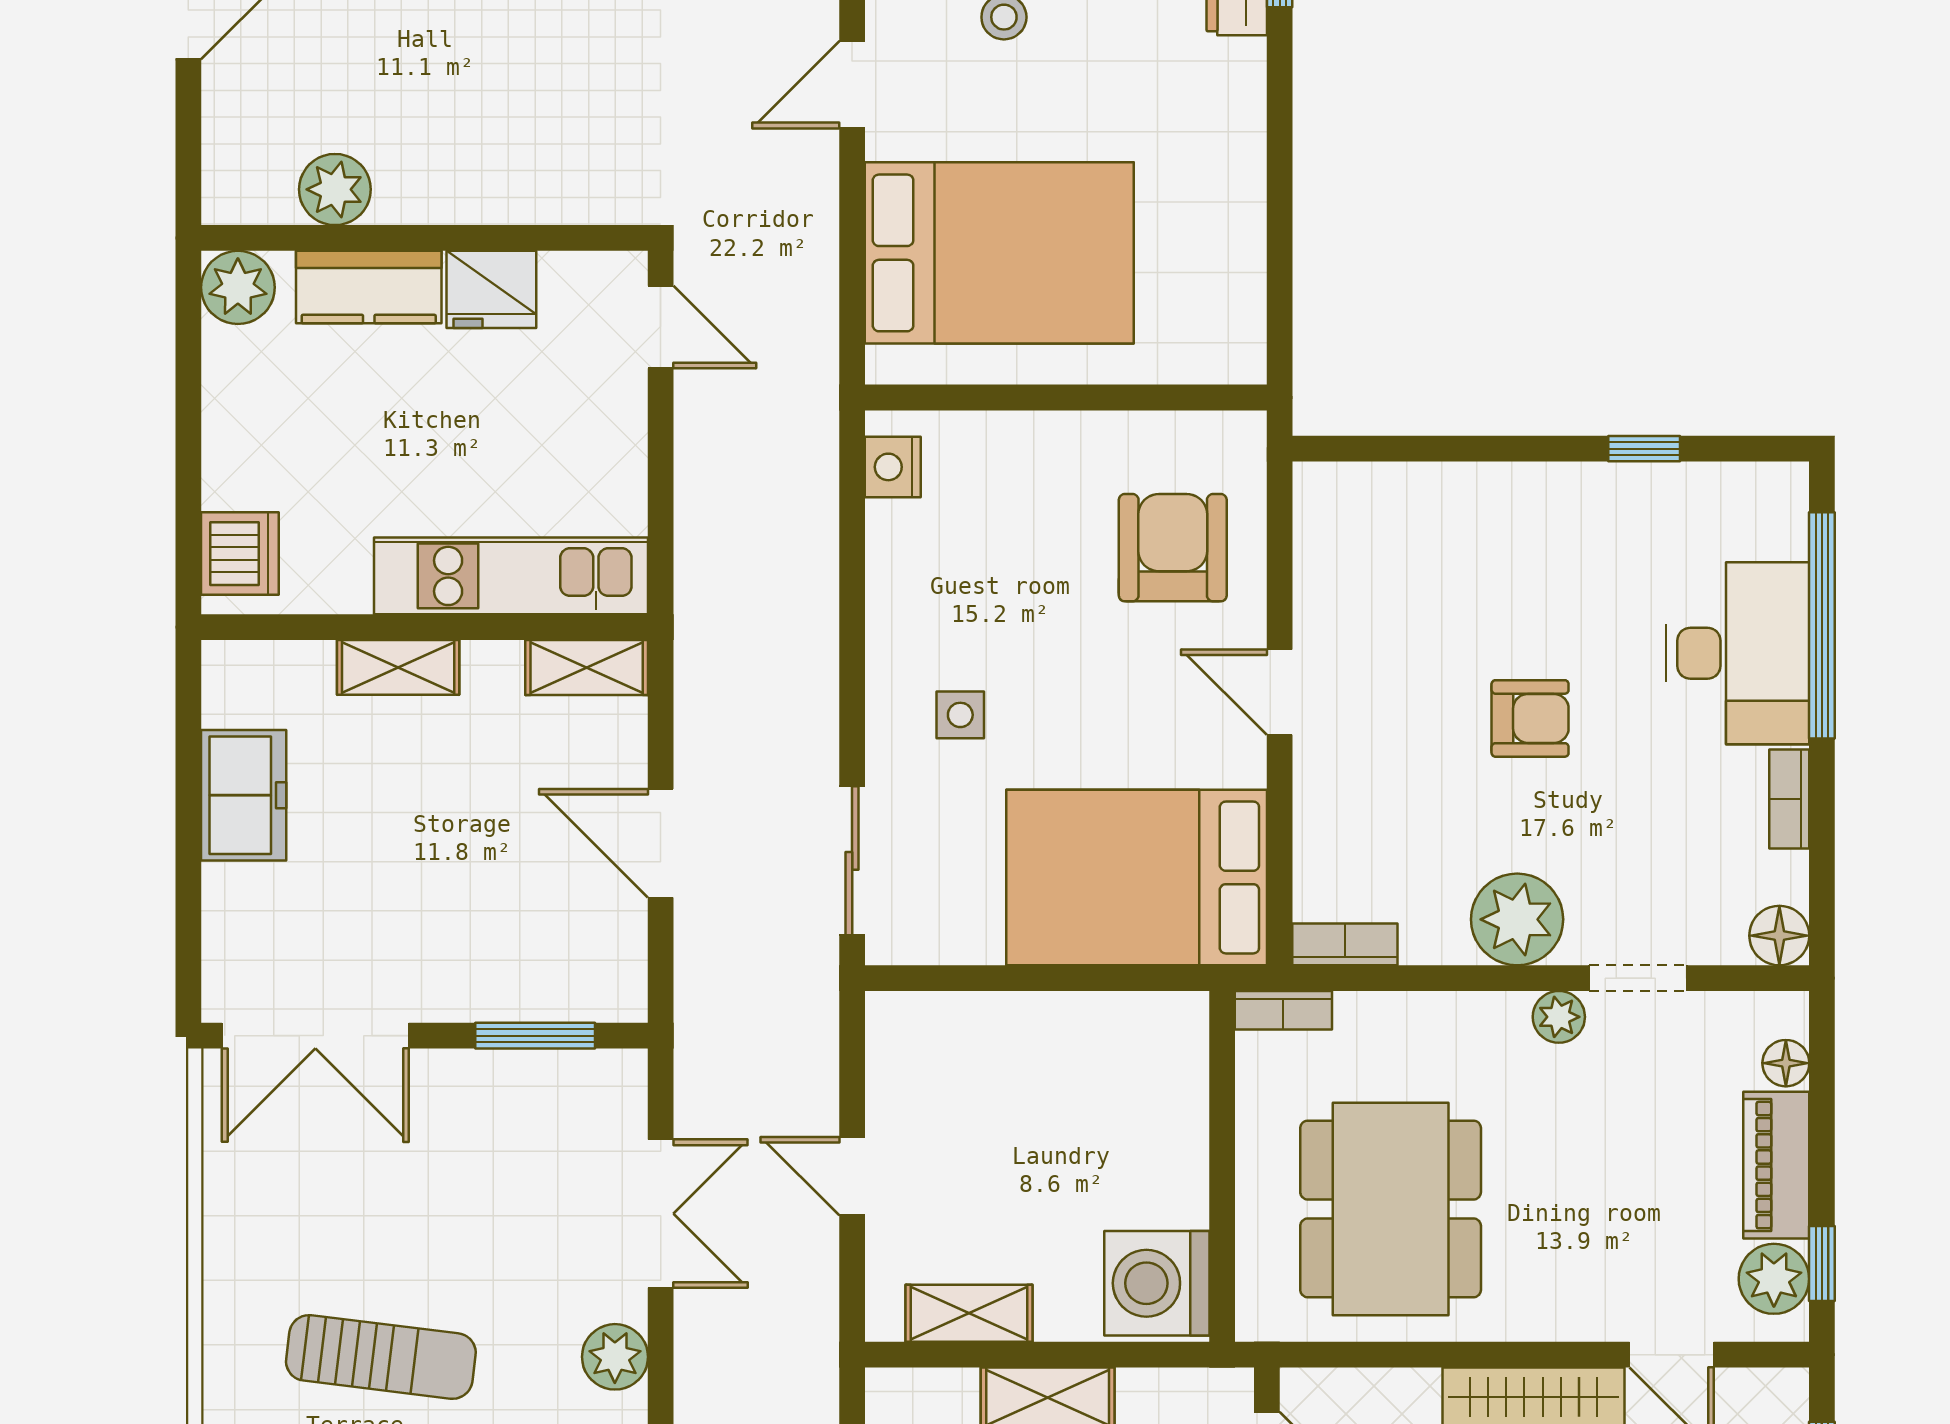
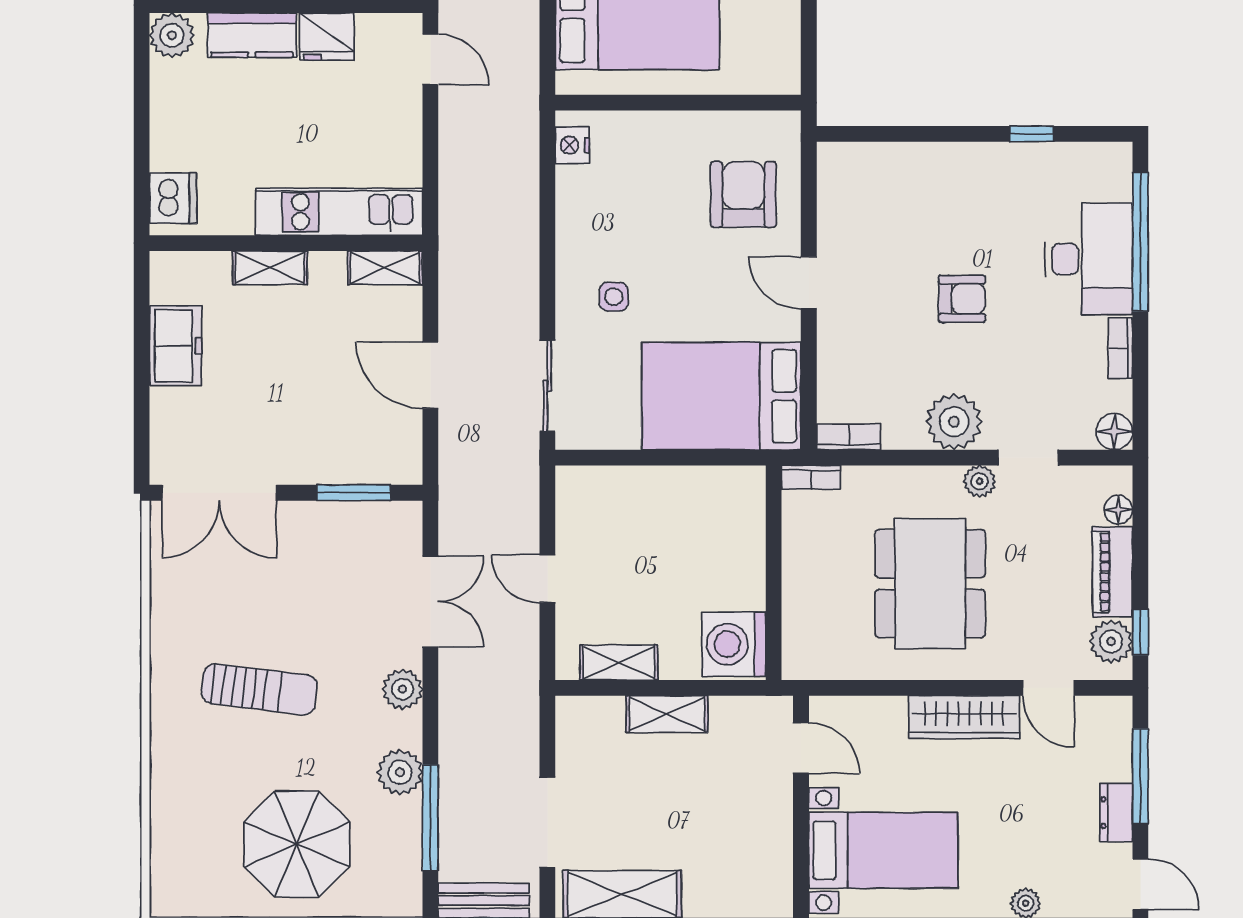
dining table: (1391, 1209) -> (930, 584), moved

